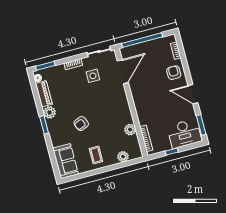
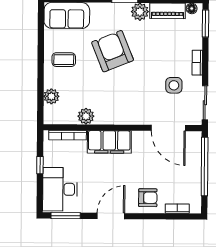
filing cabinet: (143, 109) -> (109, 142), added
armchair: (81, 124) -> (113, 51), width x1.88, depth x1.88

